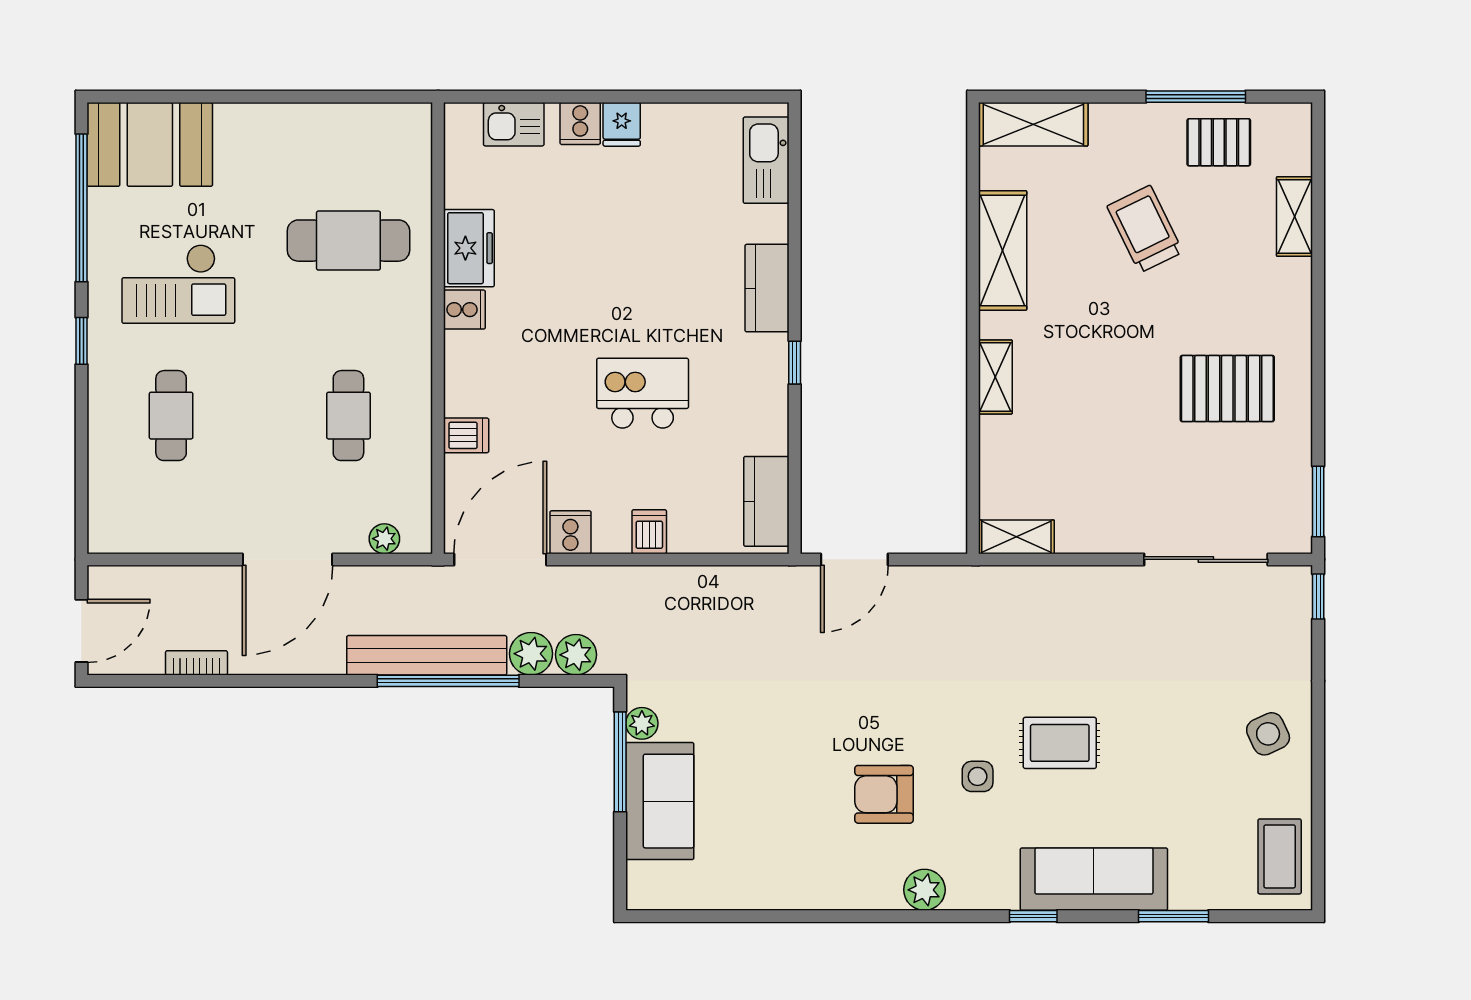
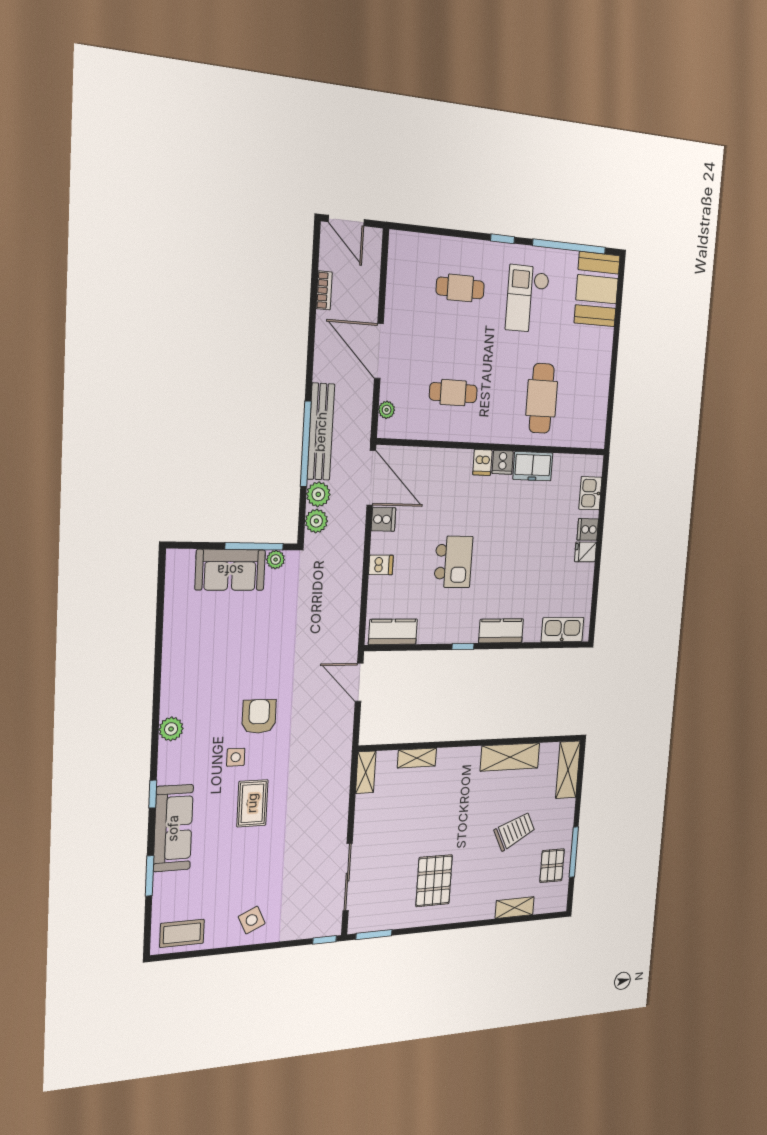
shelving: (995, 377) -> (417, 758), moved
dishwasher: (466, 435) -> (482, 462), moved
armchair: (884, 794) -> (259, 716), moved

